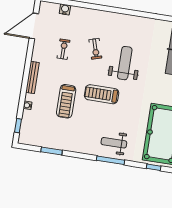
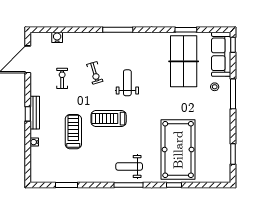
window: (124, 11) -> (118, 30), added
weight bench: (125, 63) -> (127, 83), width x0.73, depth x0.75
treadmill: (66, 101) -> (73, 132), turned 180
window: (18, 126) -> (28, 114), moved

